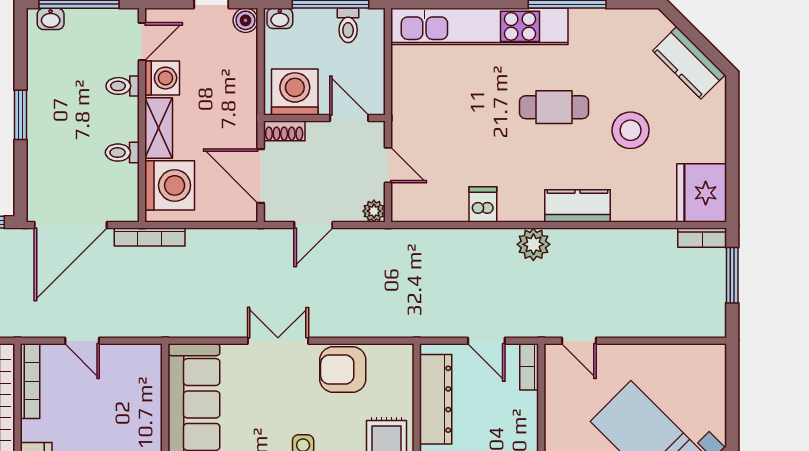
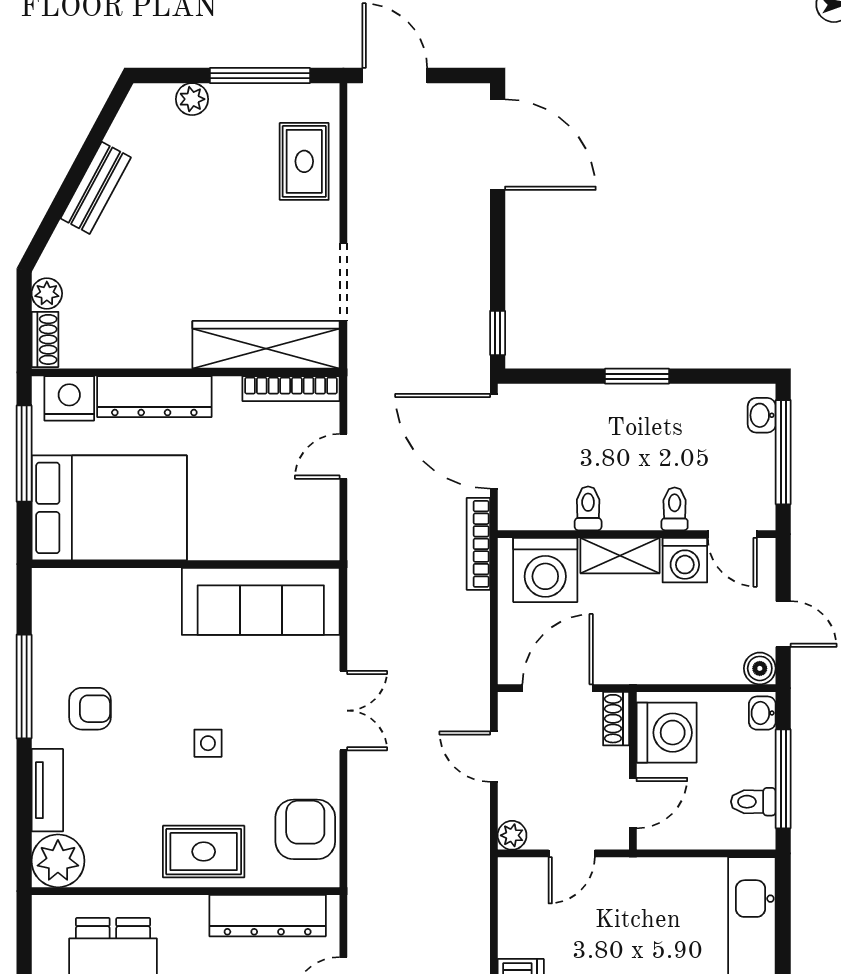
armchair: (343, 370) -> (305, 829), moved

